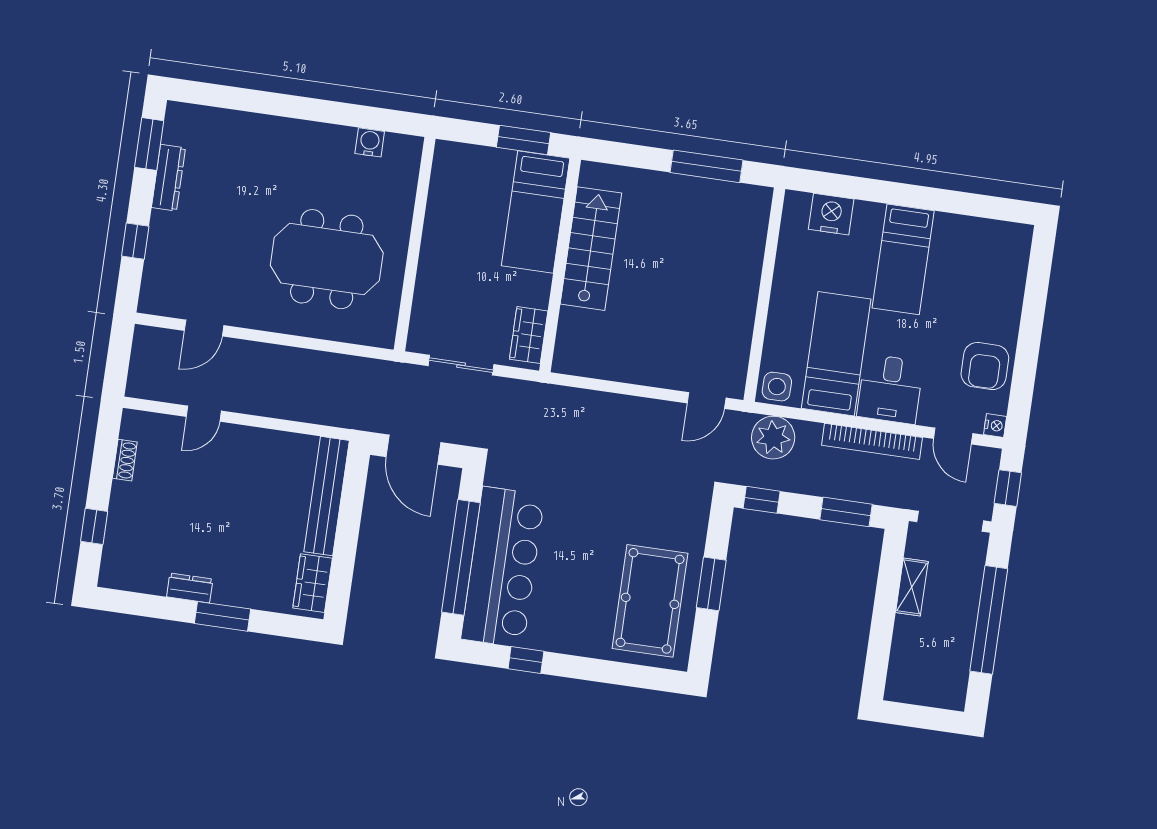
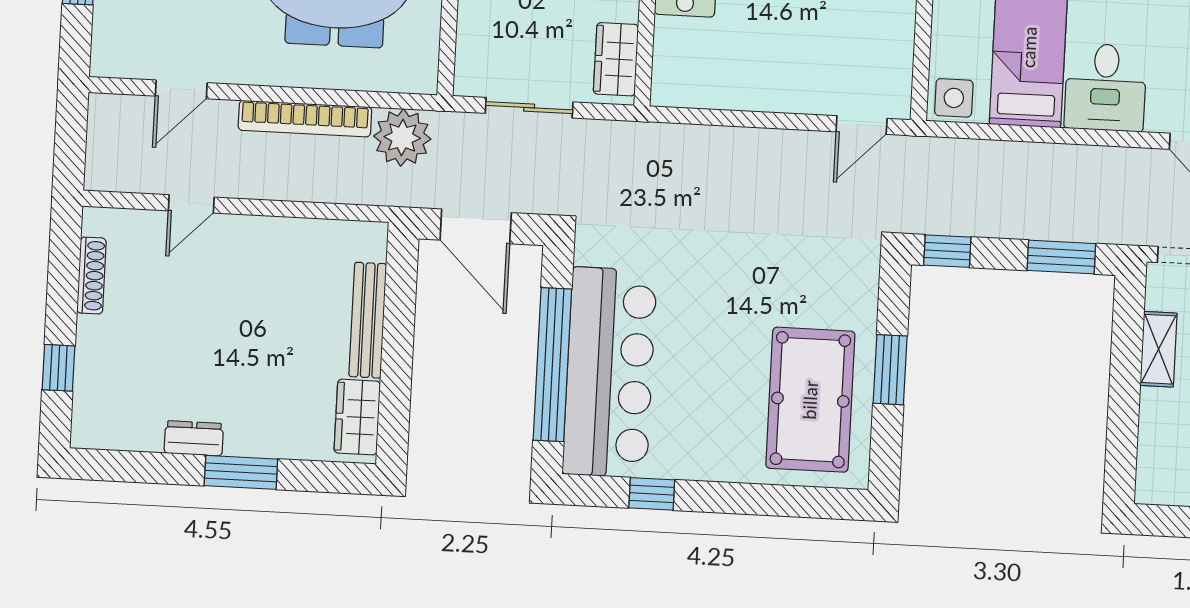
plant: (773, 438) -> (402, 138), moved
bookcase: (872, 441) -> (305, 119), moved
shoe rack: (125, 460) -> (91, 276), width x1.43
bench: (327, 496) -> (368, 320), width x0.73, depth x0.82

